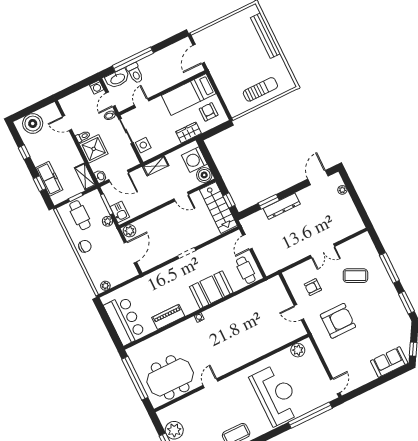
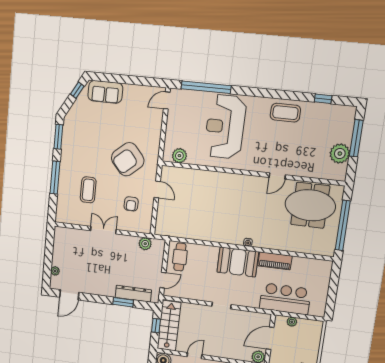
door: (181, 197) -> (195, 356), hinge flipped
dresser: (282, 206) -> (133, 294), moved
plant: (281, 262) -> (145, 244), added
coffee table: (355, 276) -> (88, 190), turned 64
plant: (105, 286) -> (292, 322), moved
armchair: (313, 287) -> (131, 204), turned 90
booth: (211, 290) -> (238, 262), moved
bar counter: (125, 320) -> (285, 299), moved, turned 90
armchair: (338, 321) -> (128, 159), turned -41

